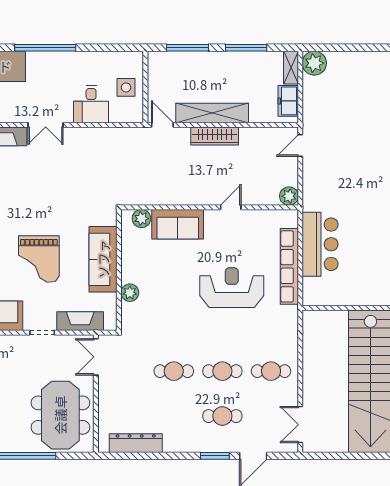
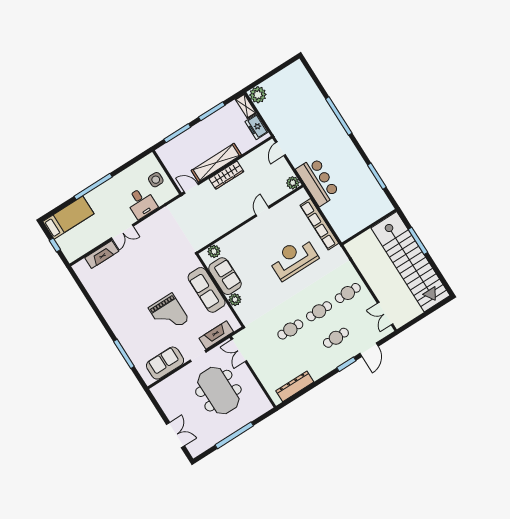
sofa: (178, 224) -> (225, 276), moved, turned -90
bar counter: (320, 244) -> (318, 181), moved
meeting table: (60, 415) -> (218, 391), moved

